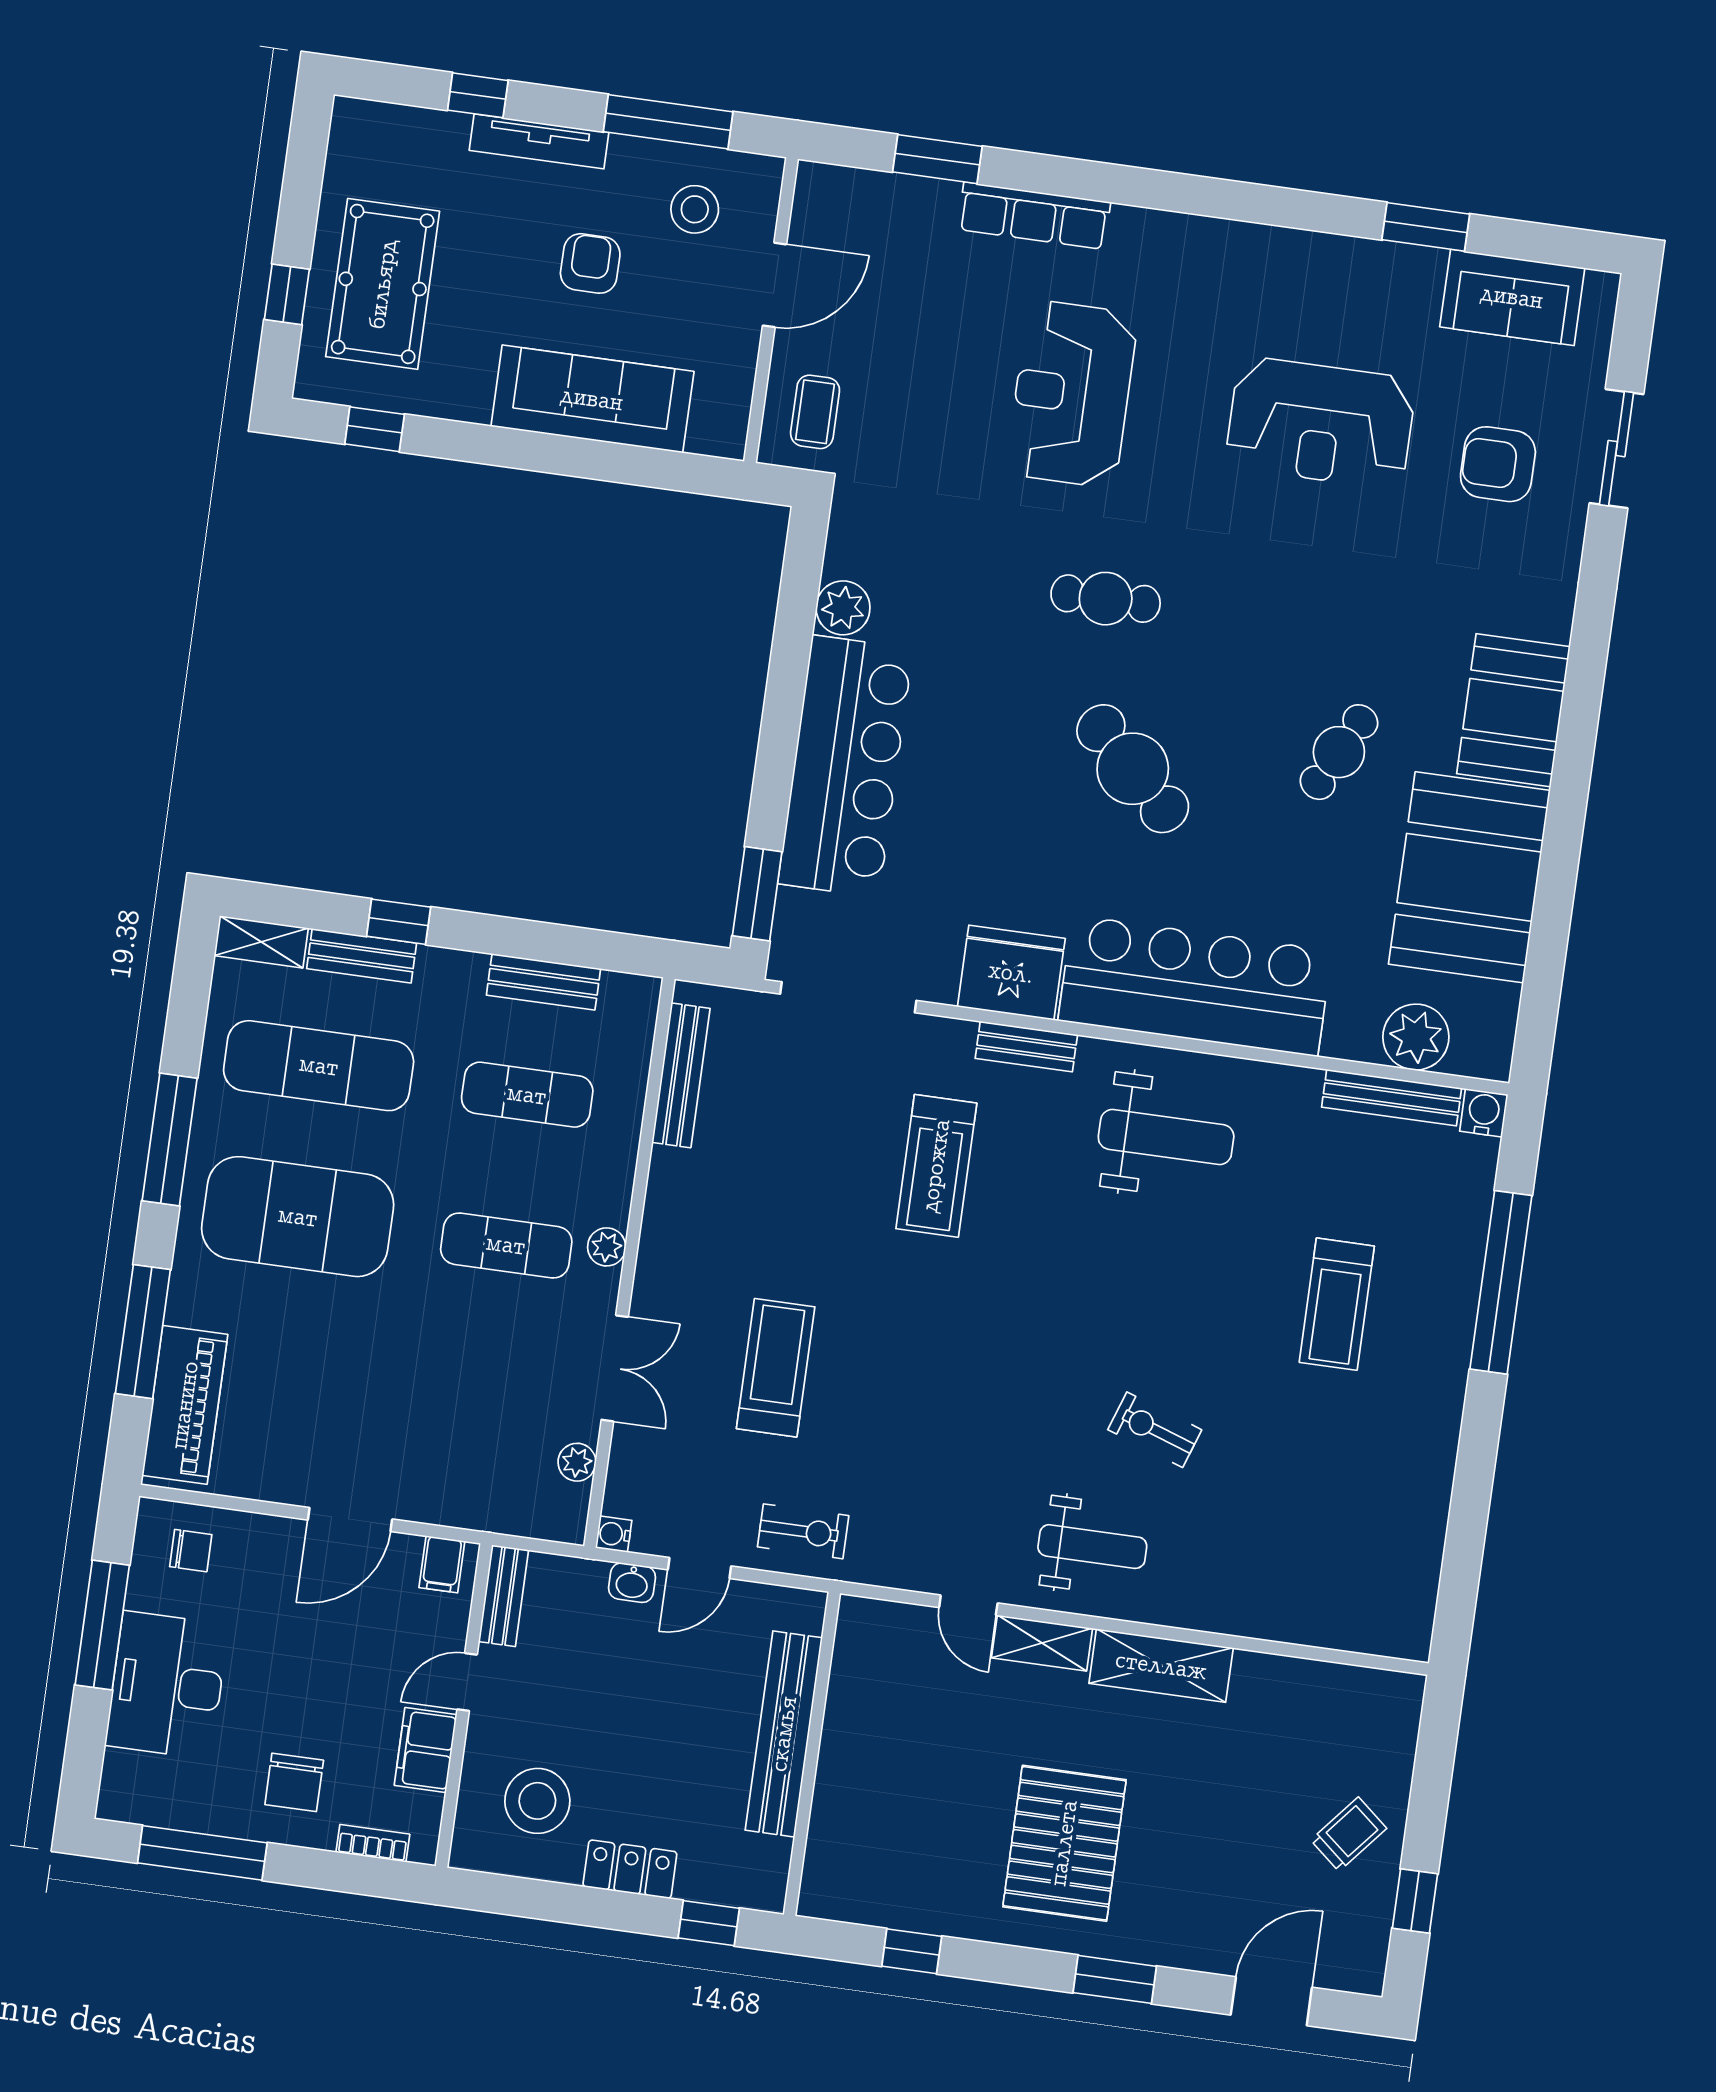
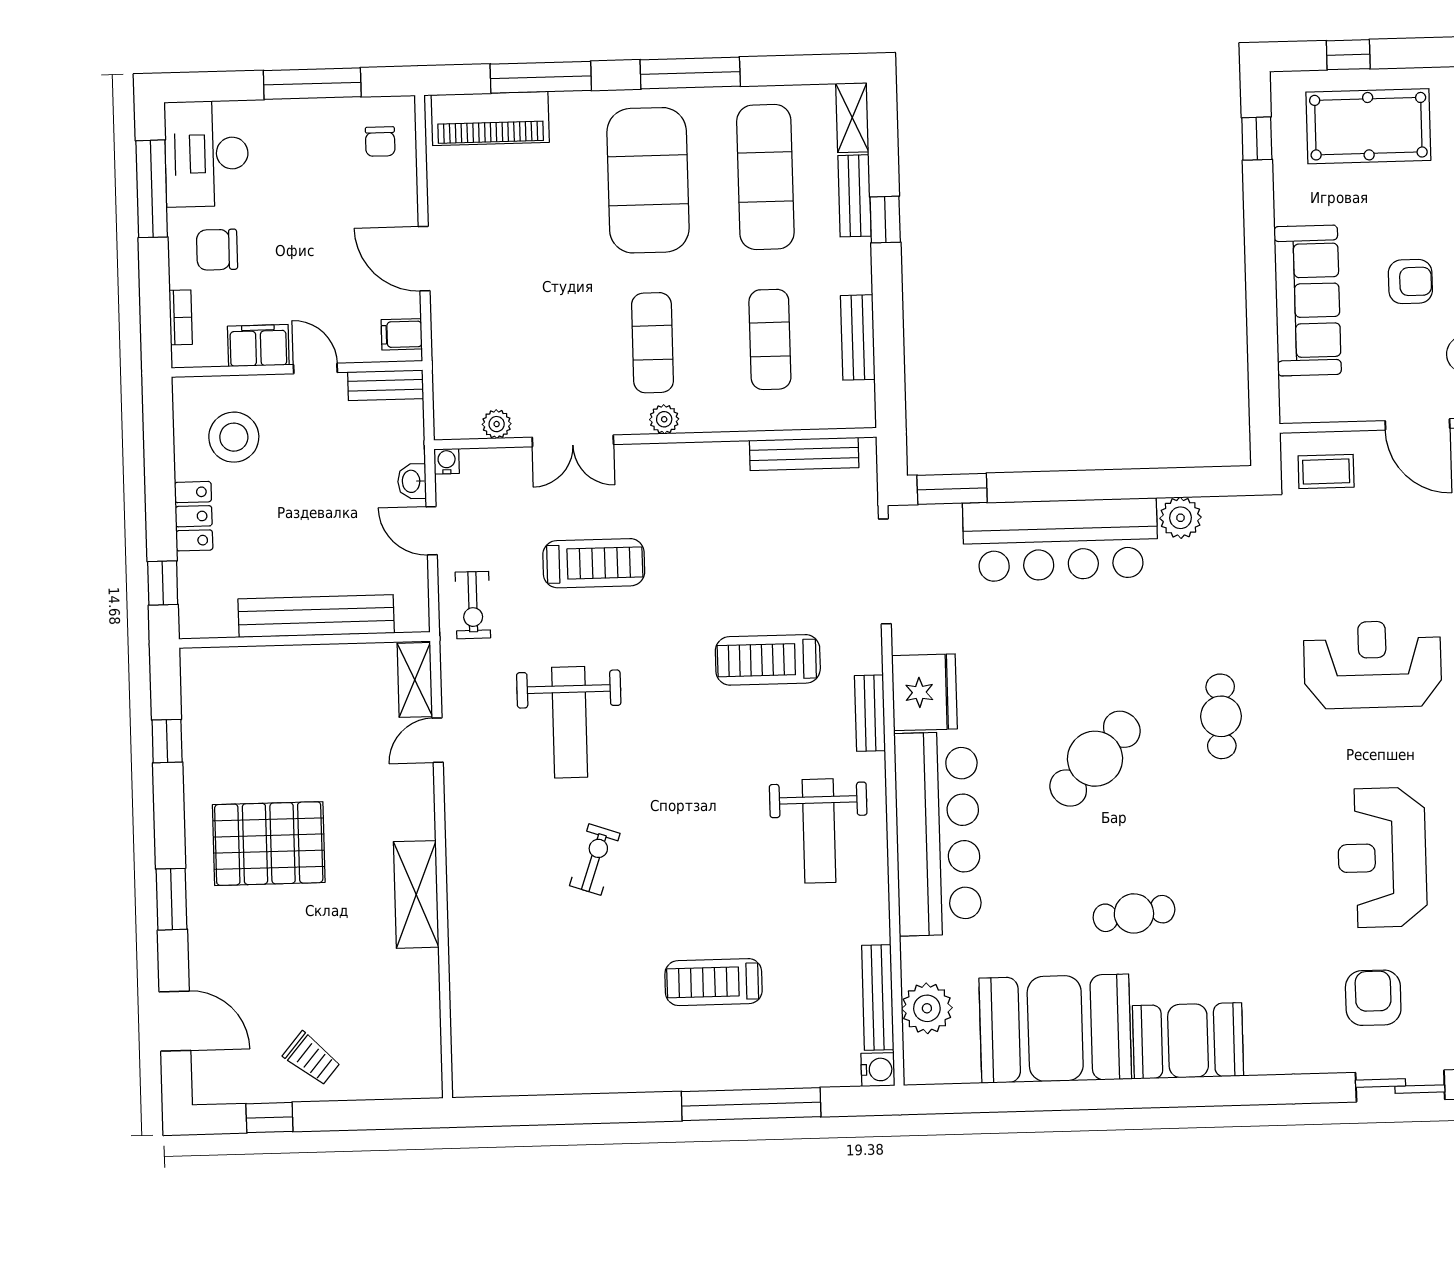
cafe table: (1339, 752) -> (1134, 913), turned -34
weight bench: (1092, 1547) -> (570, 722), moved, width x1.36, depth x1.33
shelving: (1042, 1643) -> (415, 680), moved
desk: (167, 1685) -> (207, 154), moved, turned -90

